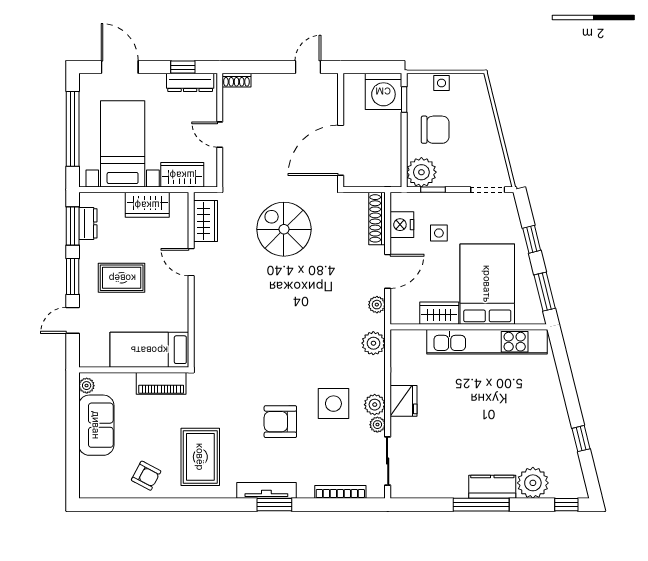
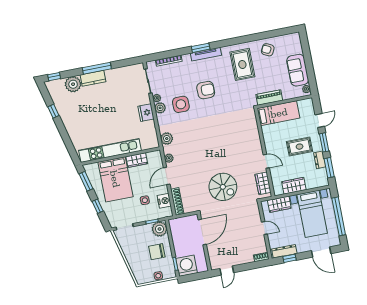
dresser: (88, 223) -> (320, 160), moved

